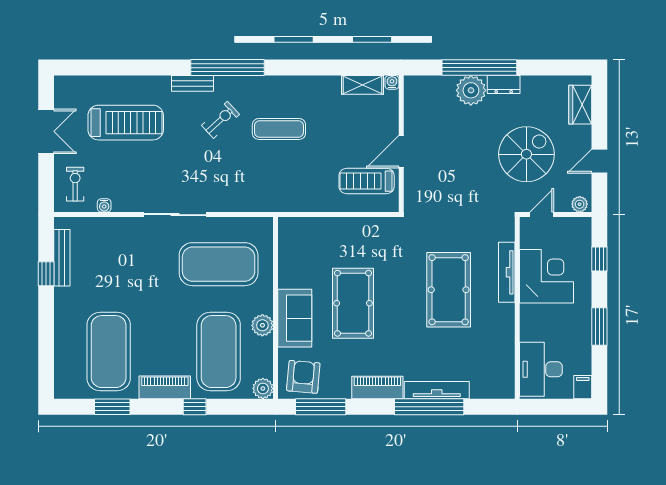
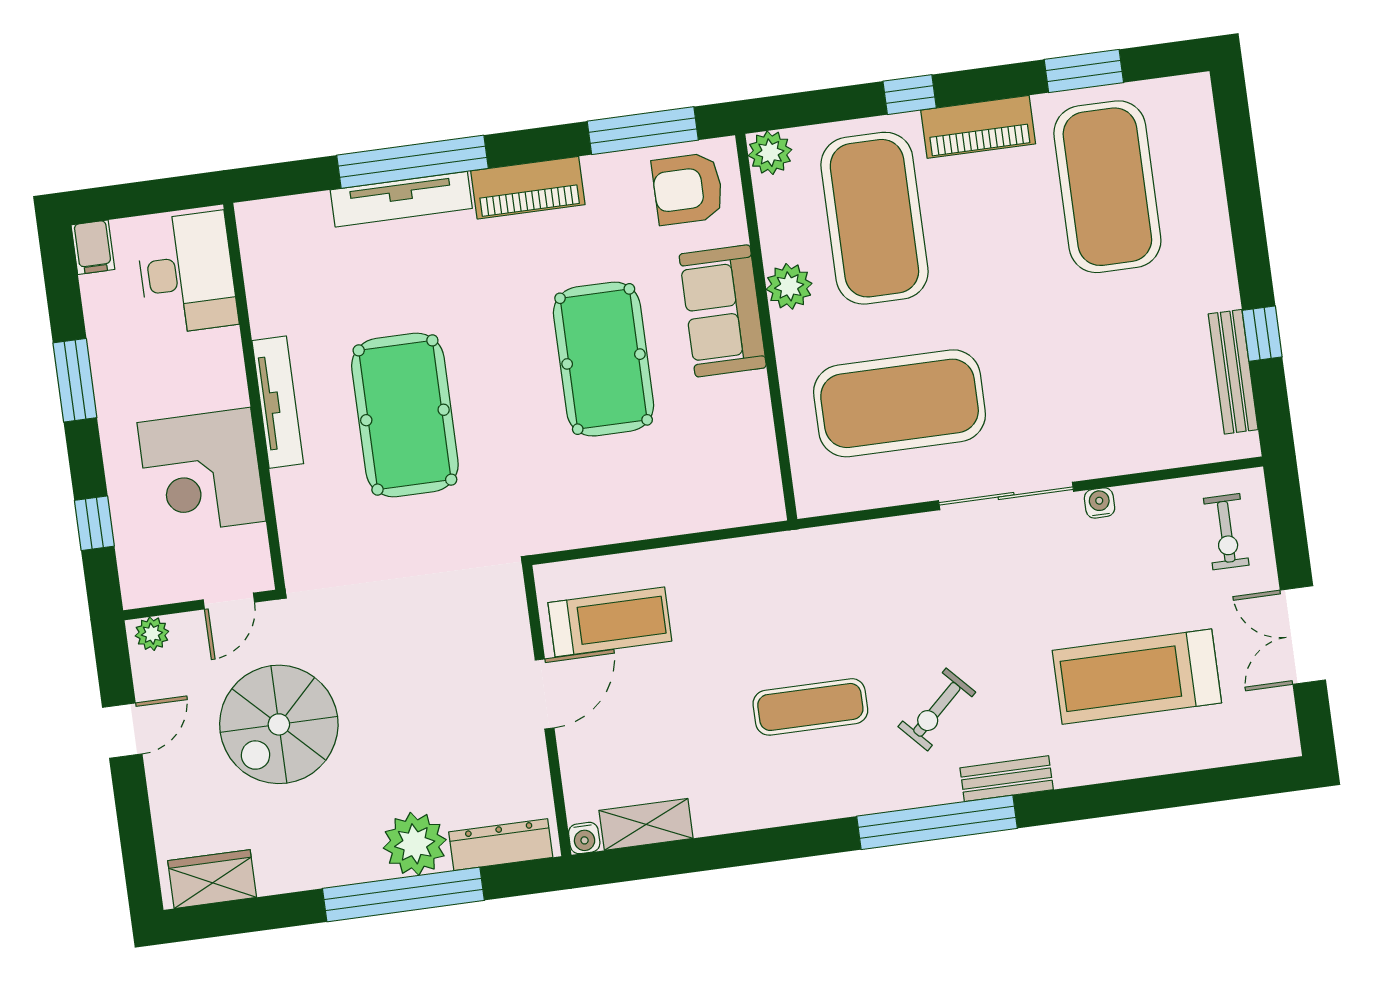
dresser: (504, 85) -> (501, 845), moved, width x1.44
wardrobe: (580, 105) -> (212, 879), moved, turned -90
water cooler: (104, 205) -> (1100, 503), moved
tv unit: (507, 272) -> (278, 402), moved
armchair: (303, 377) -> (688, 189), turned 85

